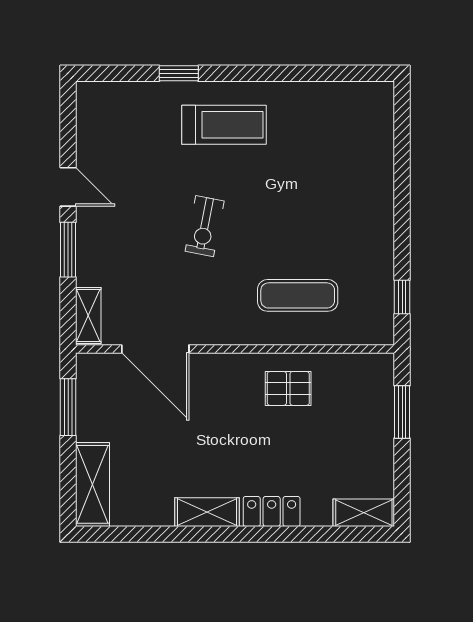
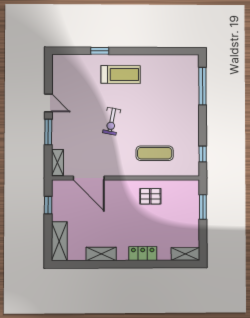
window: (402, 150) -> (202, 86), added
window: (68, 407) -> (48, 205), width x0.67
shelving: (207, 512) -> (101, 254), moved

